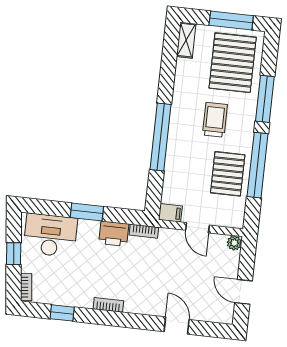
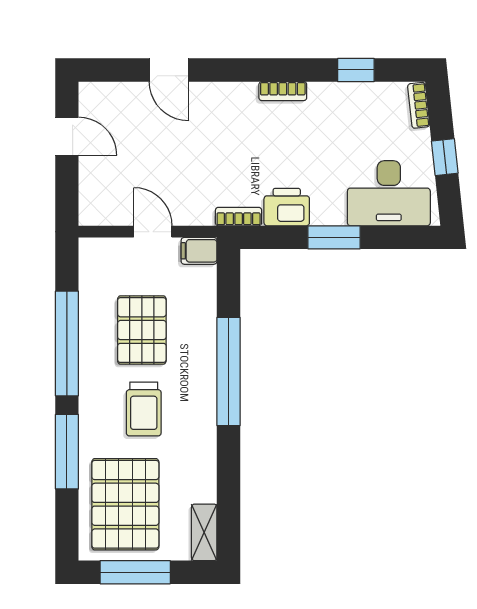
pallet: (228, 174) -> (142, 330), moved
plant: (234, 243) -> (91, 214), removed

